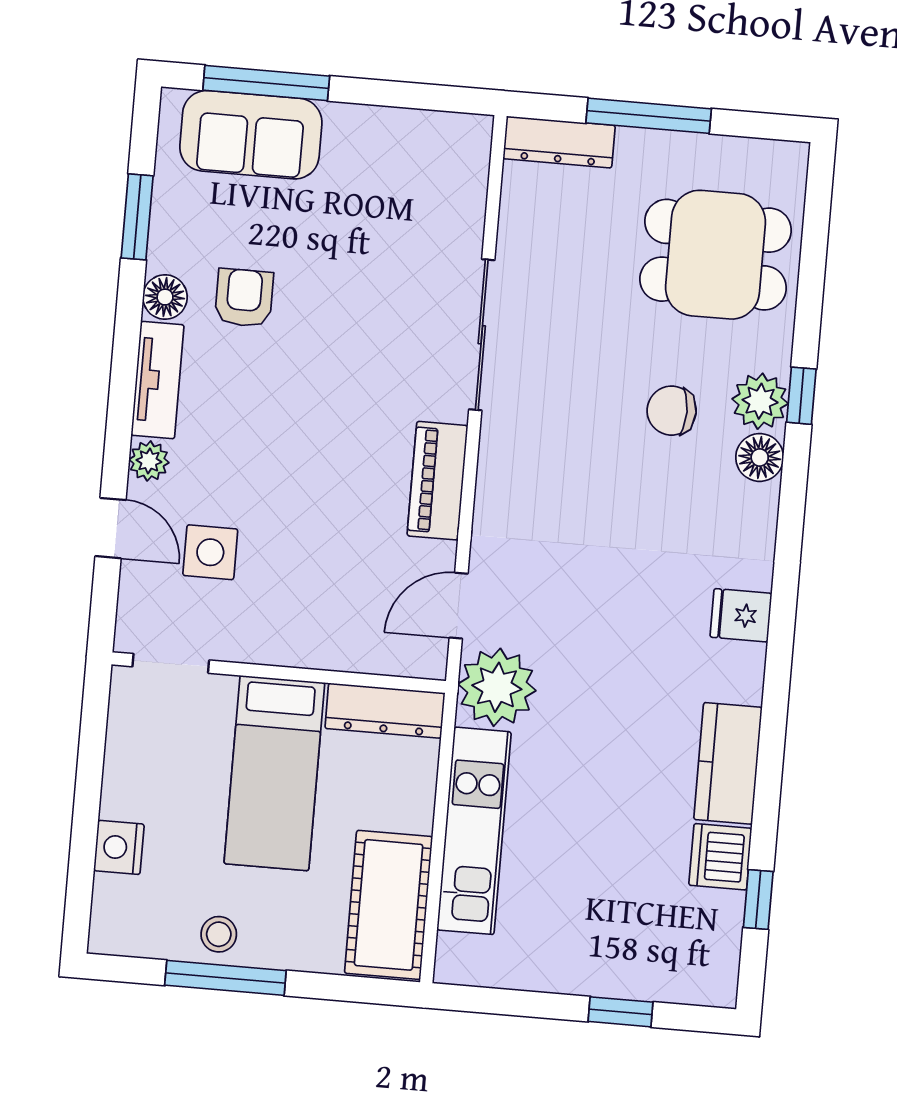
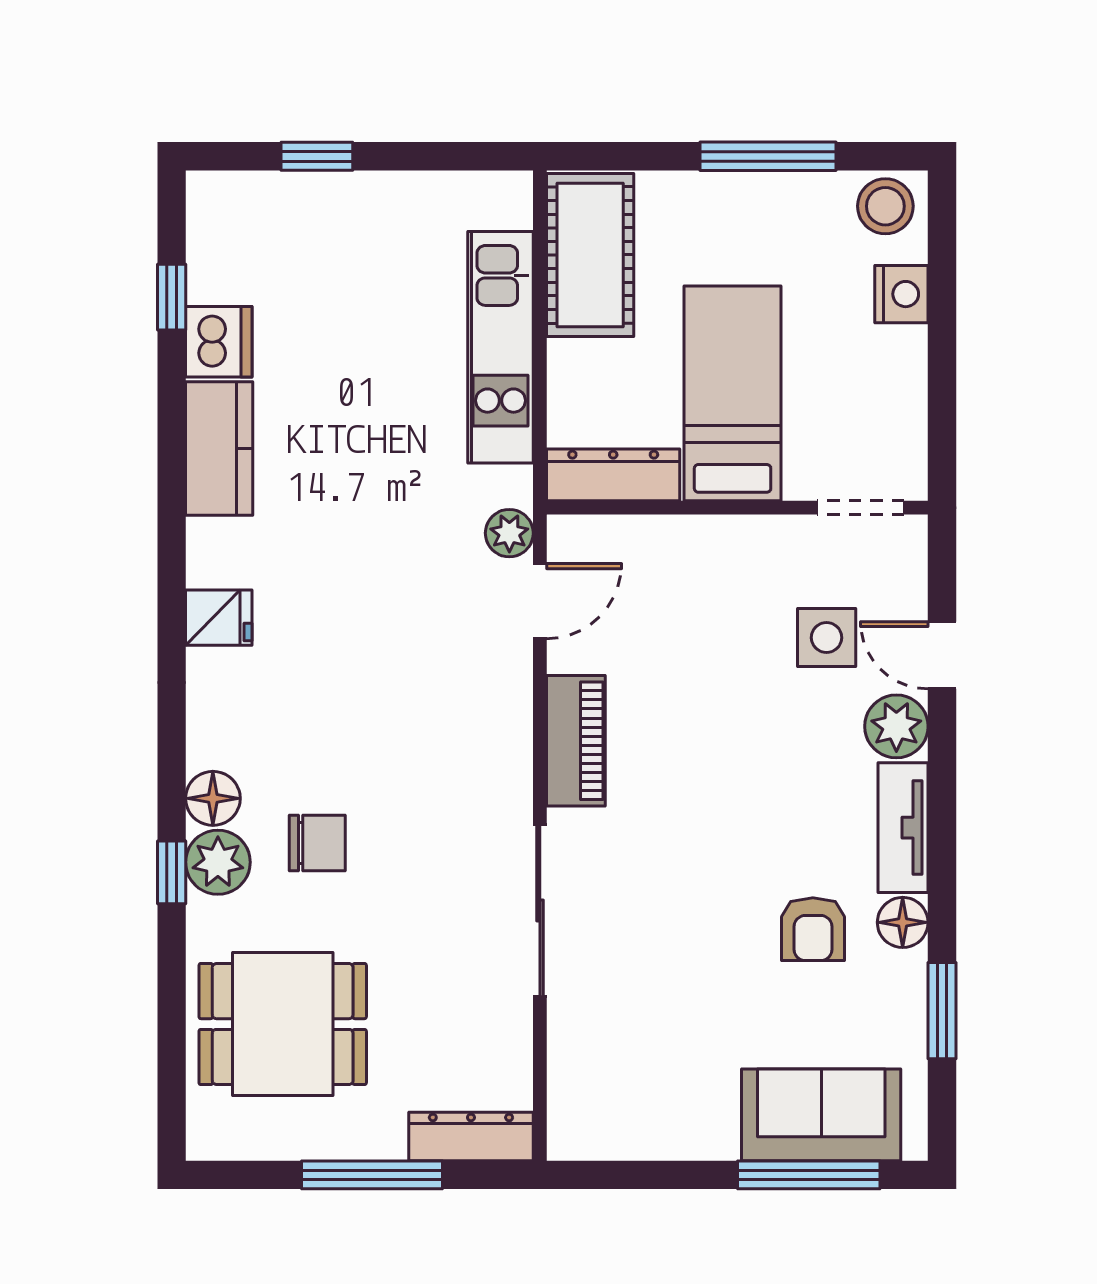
plant: (149, 461) -> (896, 726), width x1.38, depth x1.38
plant: (497, 687) -> (509, 533), width x0.53, depth x0.53
stool: (219, 934) -> (885, 206), moved, width x1.37, depth x1.37

